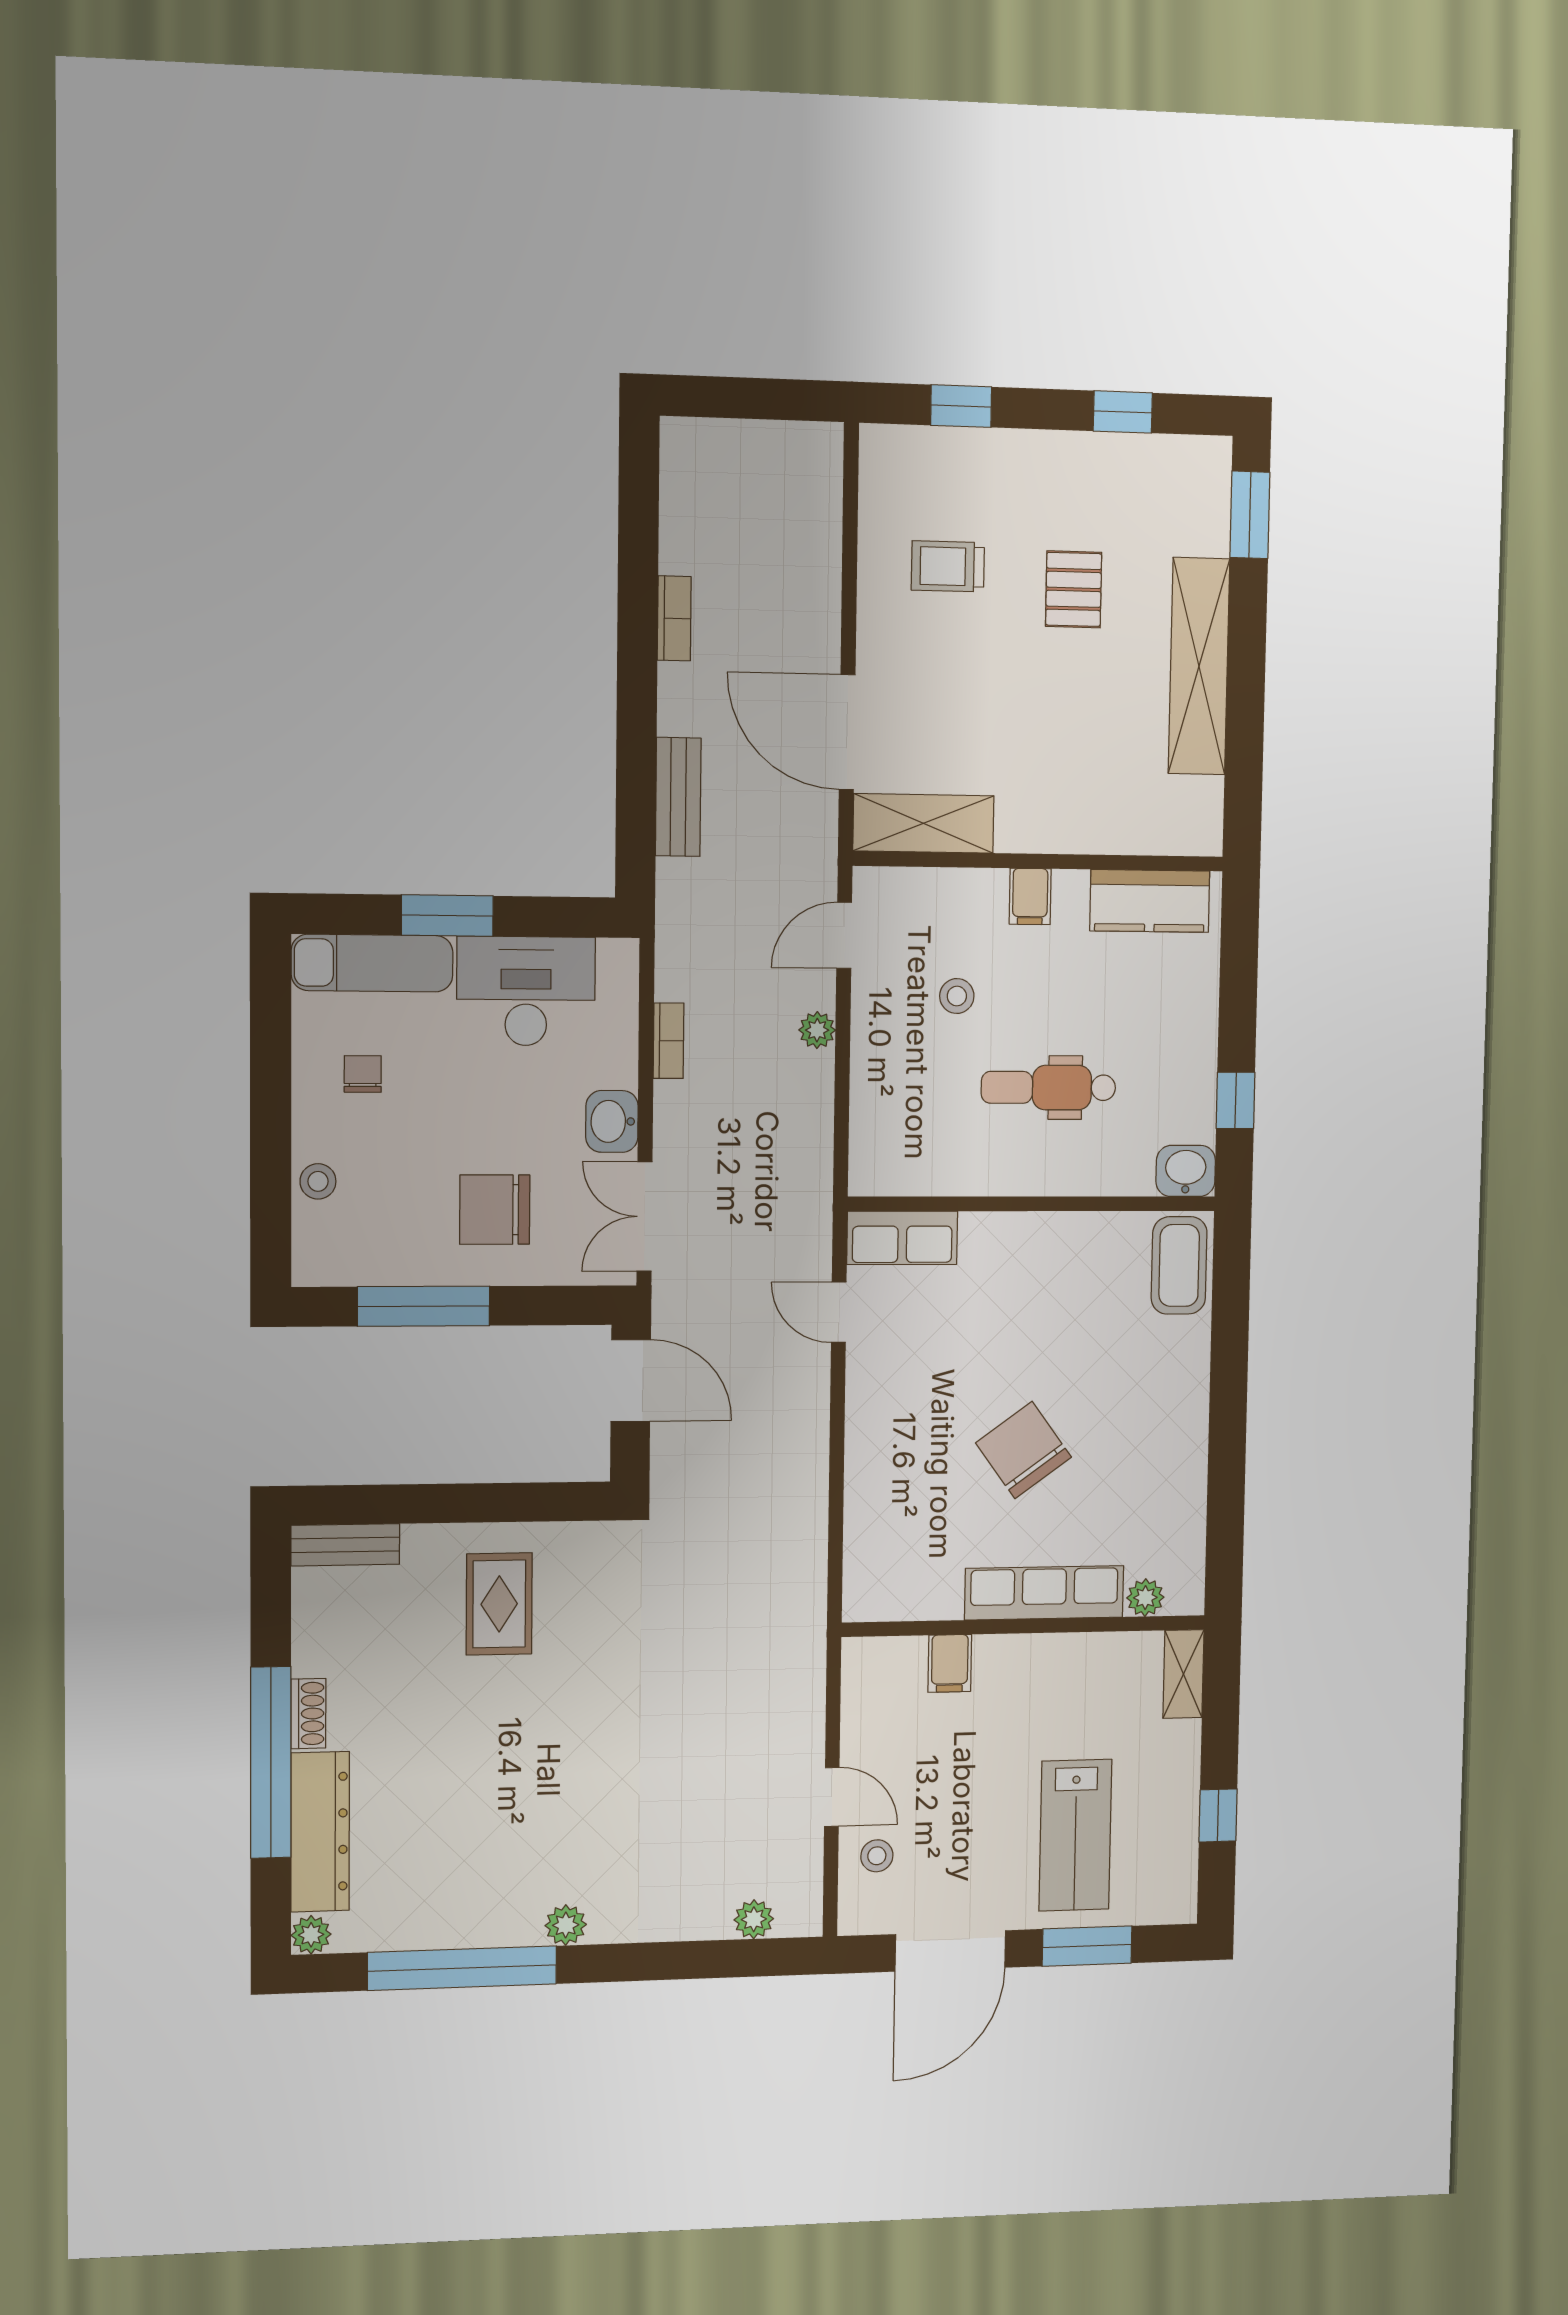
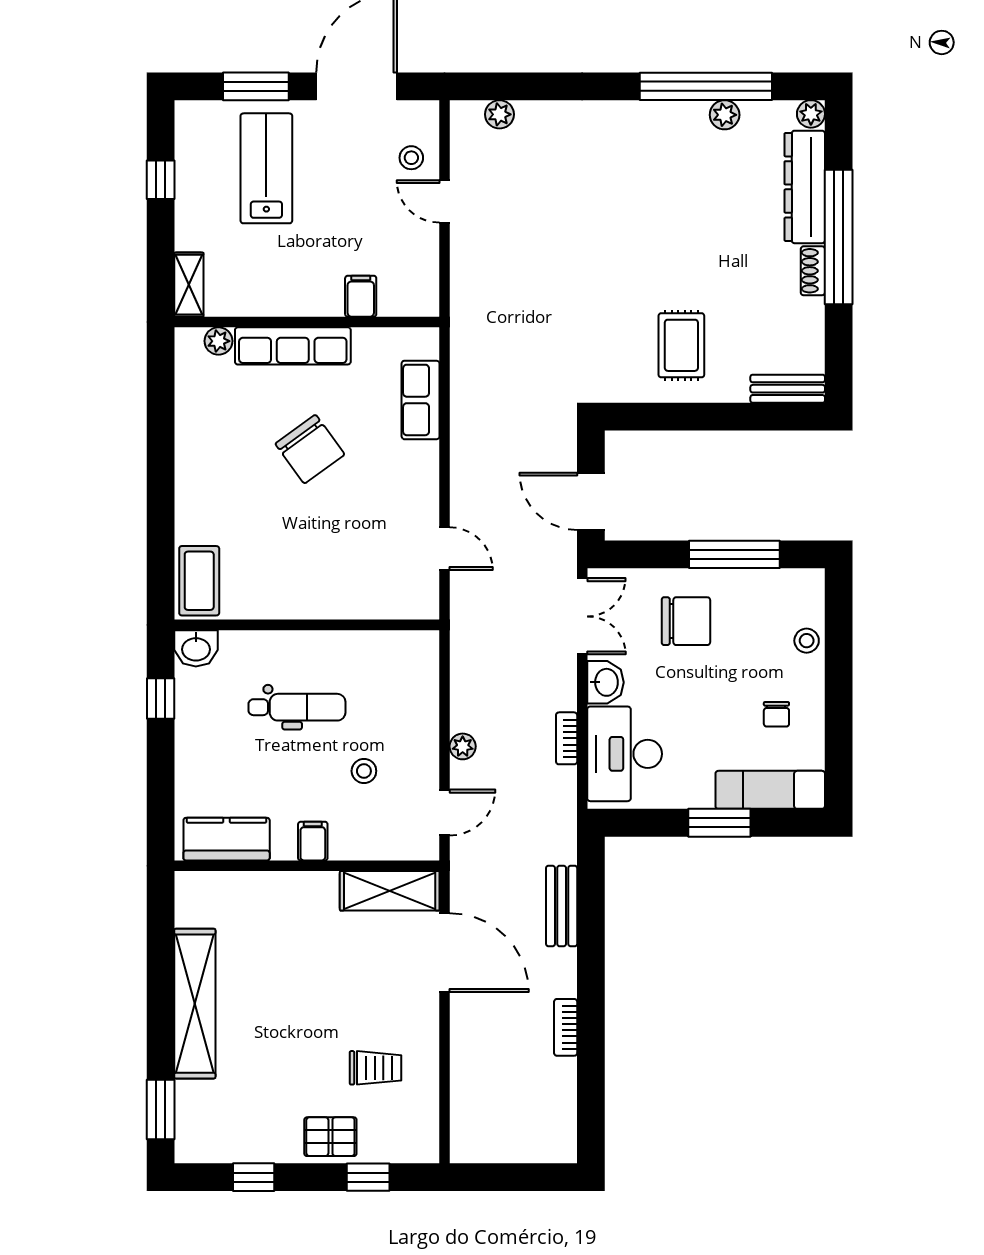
pallet: (1074, 589) -> (330, 1137), moved, turned 90
desk: (526, 991) -> (625, 754), moved, turned 90
row of seats: (902, 1238) -> (421, 400), moved, turned -90
plant: (566, 1925) -> (725, 115), moved

